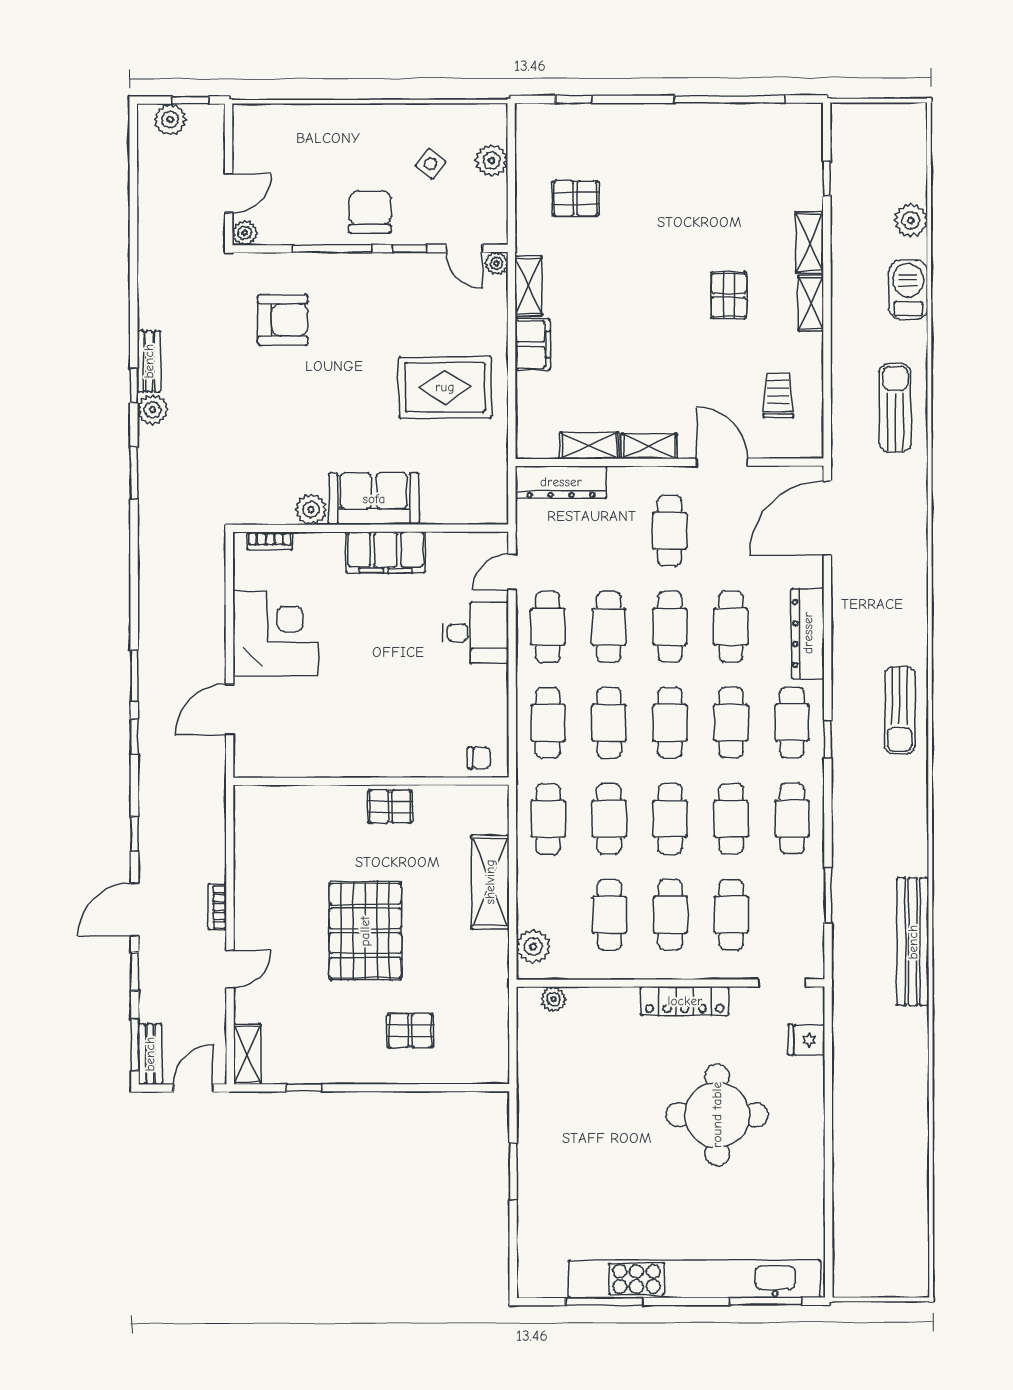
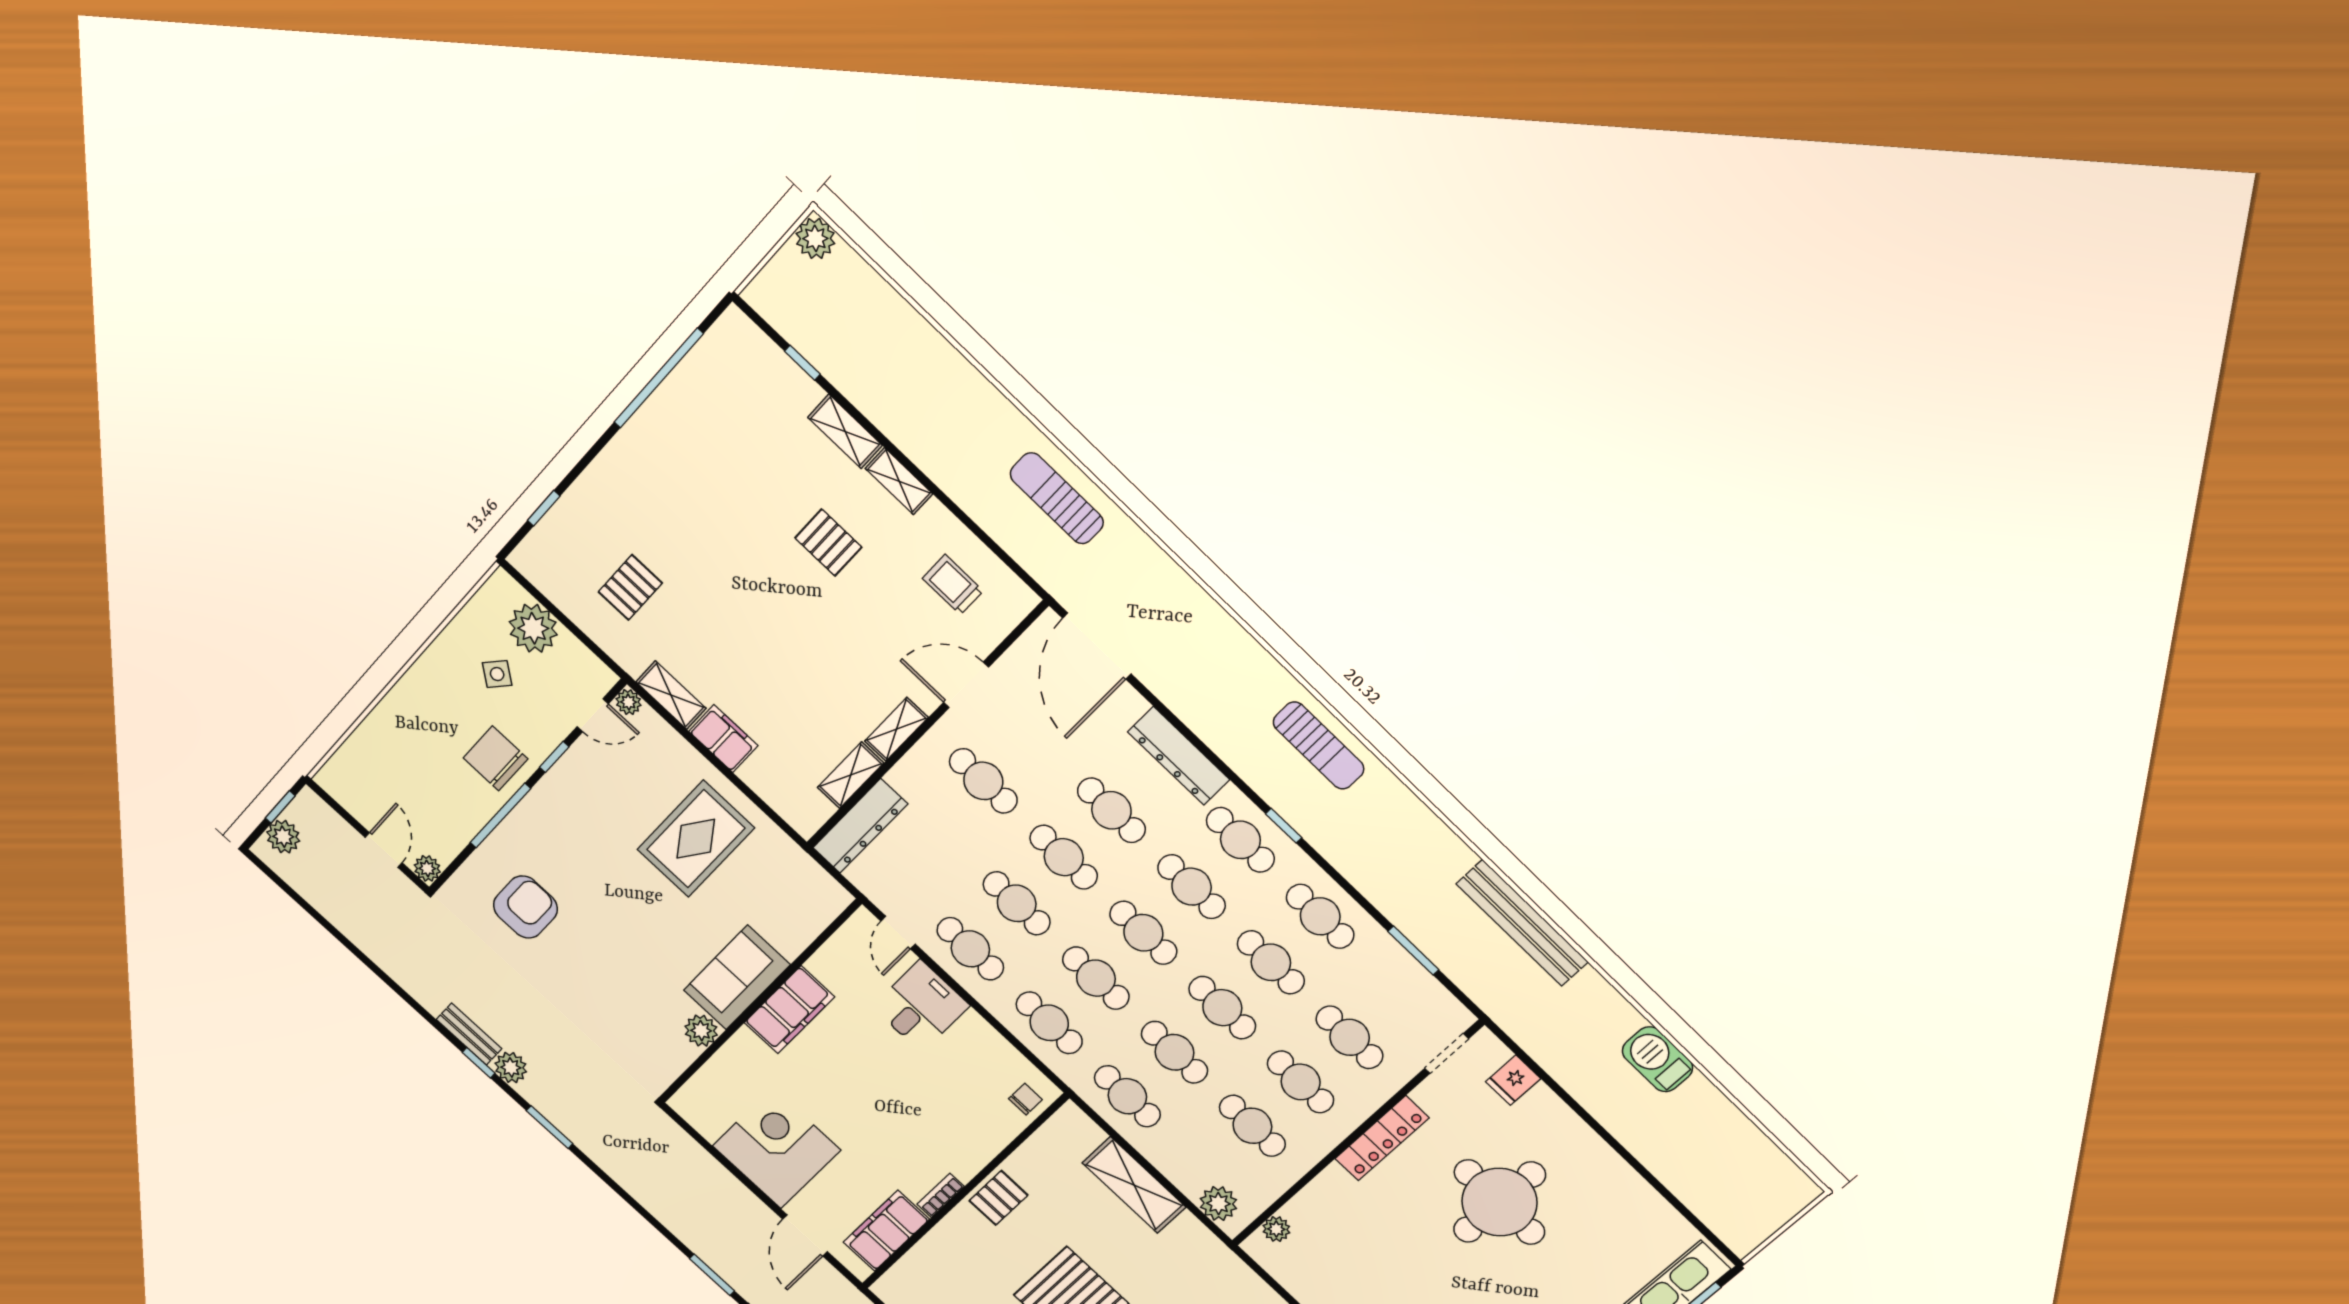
plant: (492, 160) -> (533, 628), width x1.36, depth x1.36
plant: (911, 220) -> (815, 238), moved
barbecue: (908, 290) -> (1657, 1059), moved
bookcase: (270, 541) -> (941, 1195), moved, turned 180
filing cabinet: (289, 758) -> (886, 1231), added

